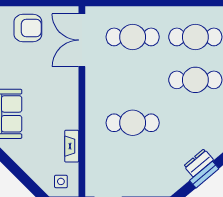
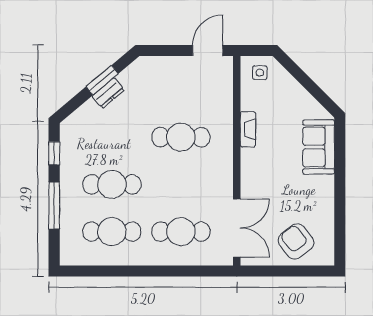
armchair: (28, 28) -> (296, 241), turned 52
fireplace: (72, 146) -> (248, 129), moved

